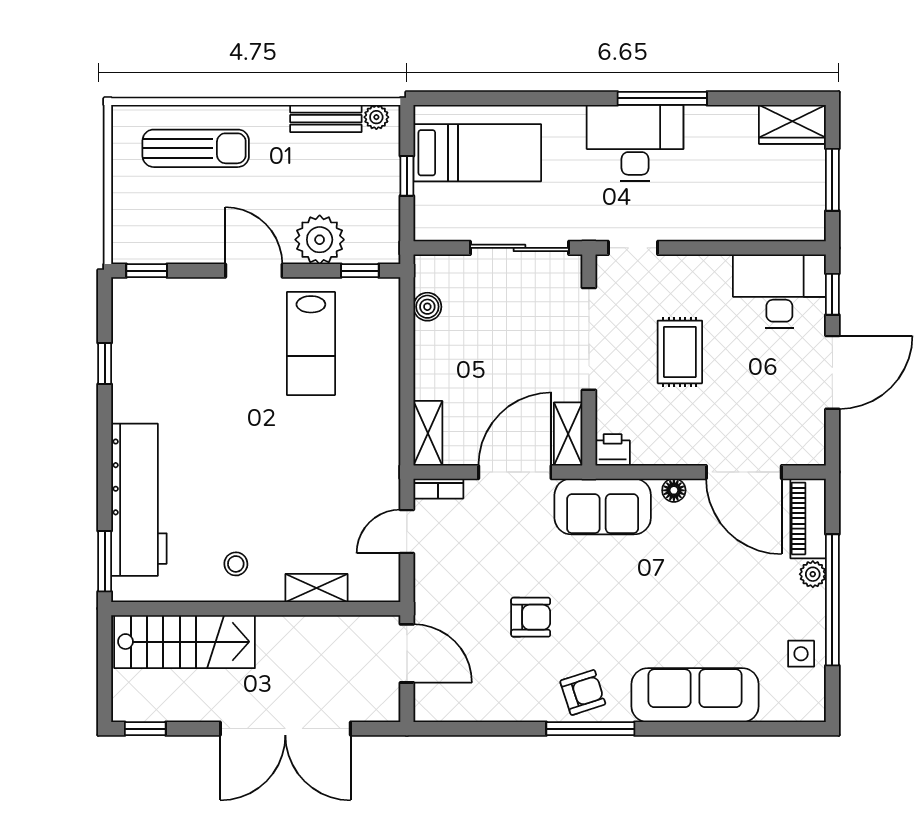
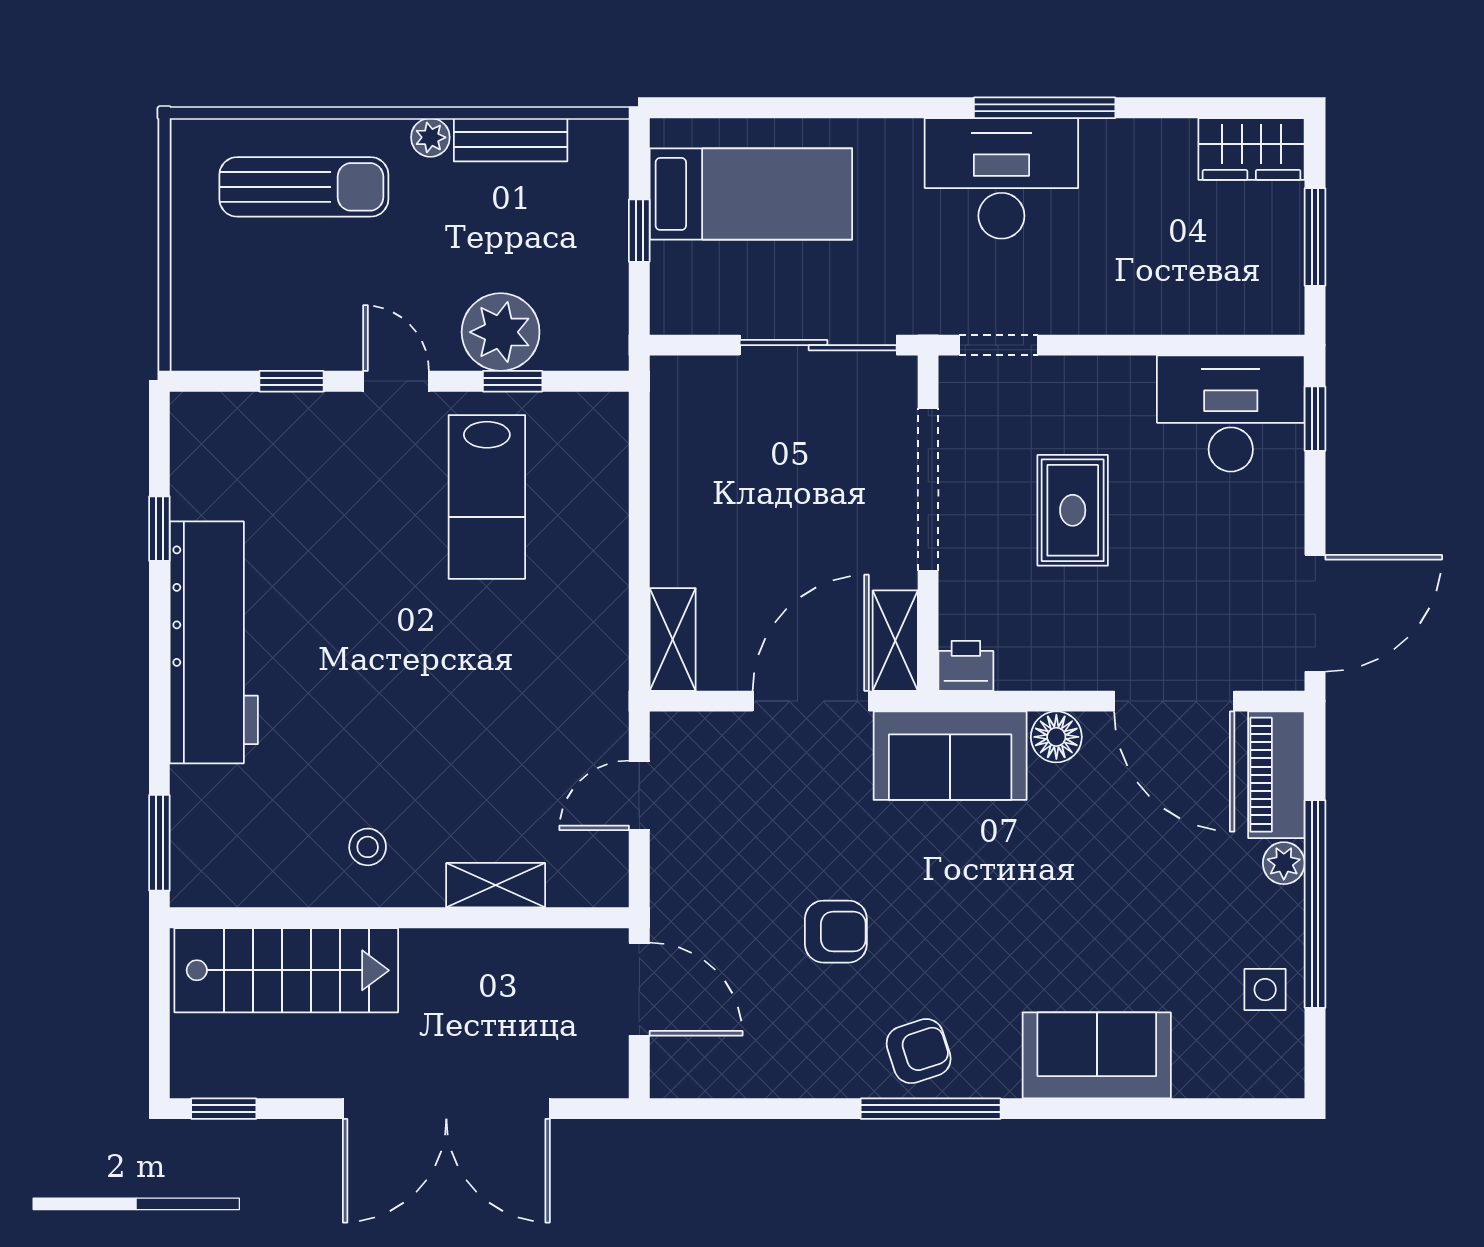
plant: (376, 117) -> (430, 137), moved
window: (147, 271) -> (291, 381), moved
door: (254, 271) -> (396, 381), width x0.73
window: (360, 271) -> (513, 381), moved
boiler: (427, 307) -> (672, 438), removed
door: (832, 372) -> (1315, 613), moved
bookcase: (438, 489) -> (689, 727), removed
floor lamp: (674, 490) -> (1056, 737), width x1.37, depth x1.37
workbench: (139, 500) -> (214, 642), moved
sofa: (695, 695) -> (1097, 1055), width x0.73

